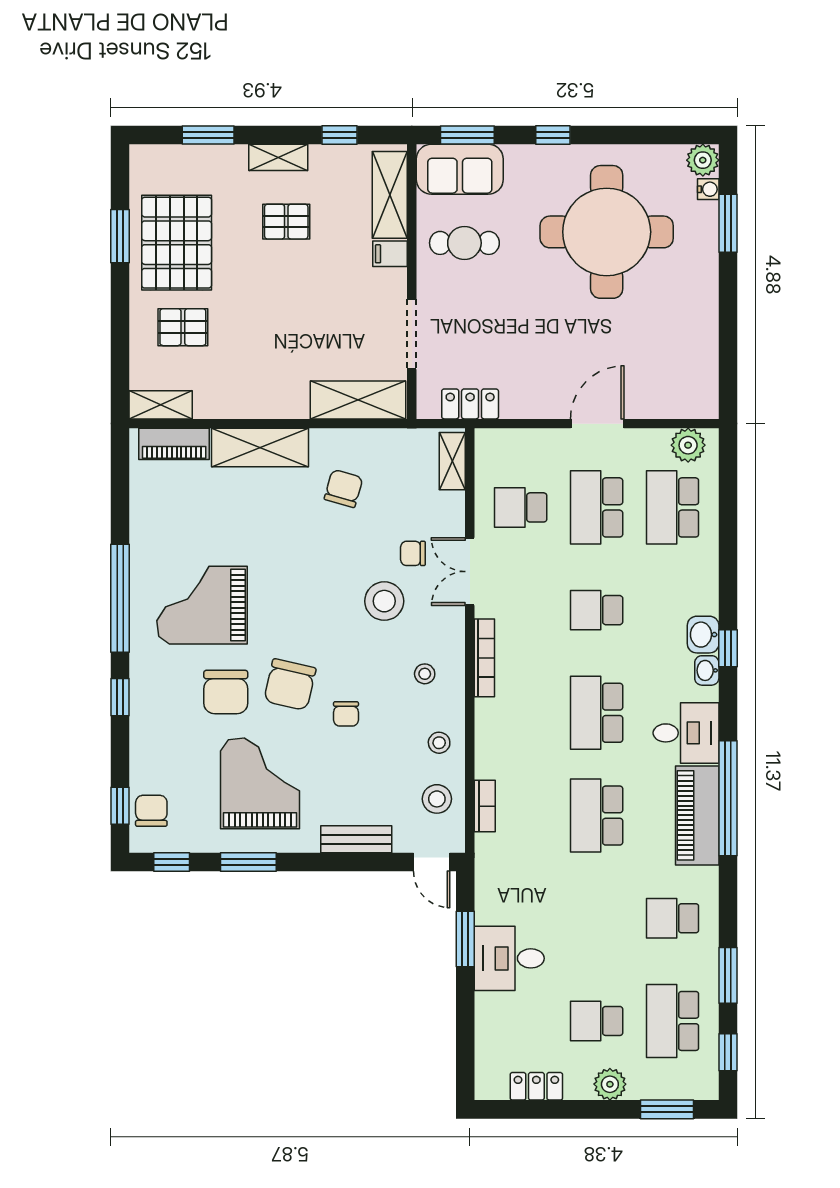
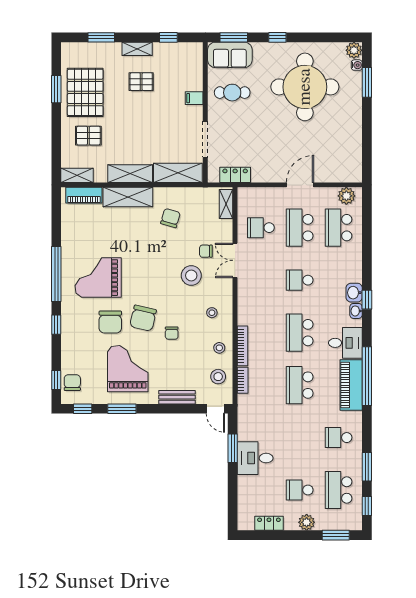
shelving: (390, 195) -> (130, 174), moved, turned 90
bookcase: (484, 658) -> (242, 346), moved

